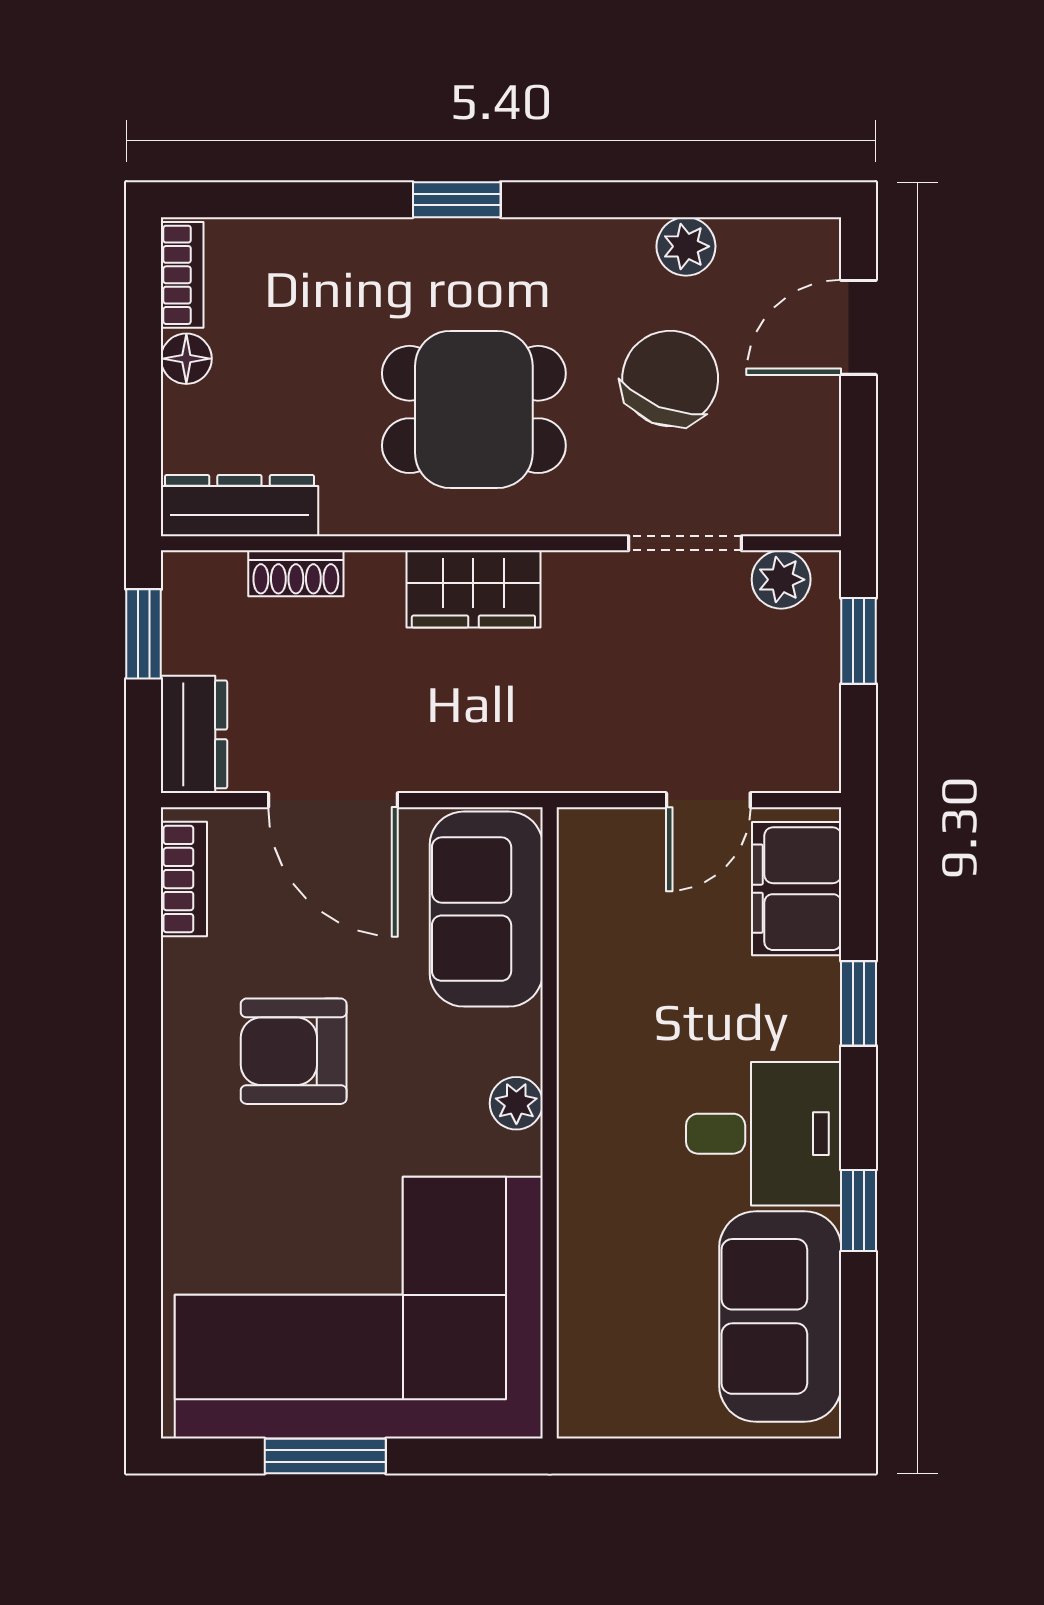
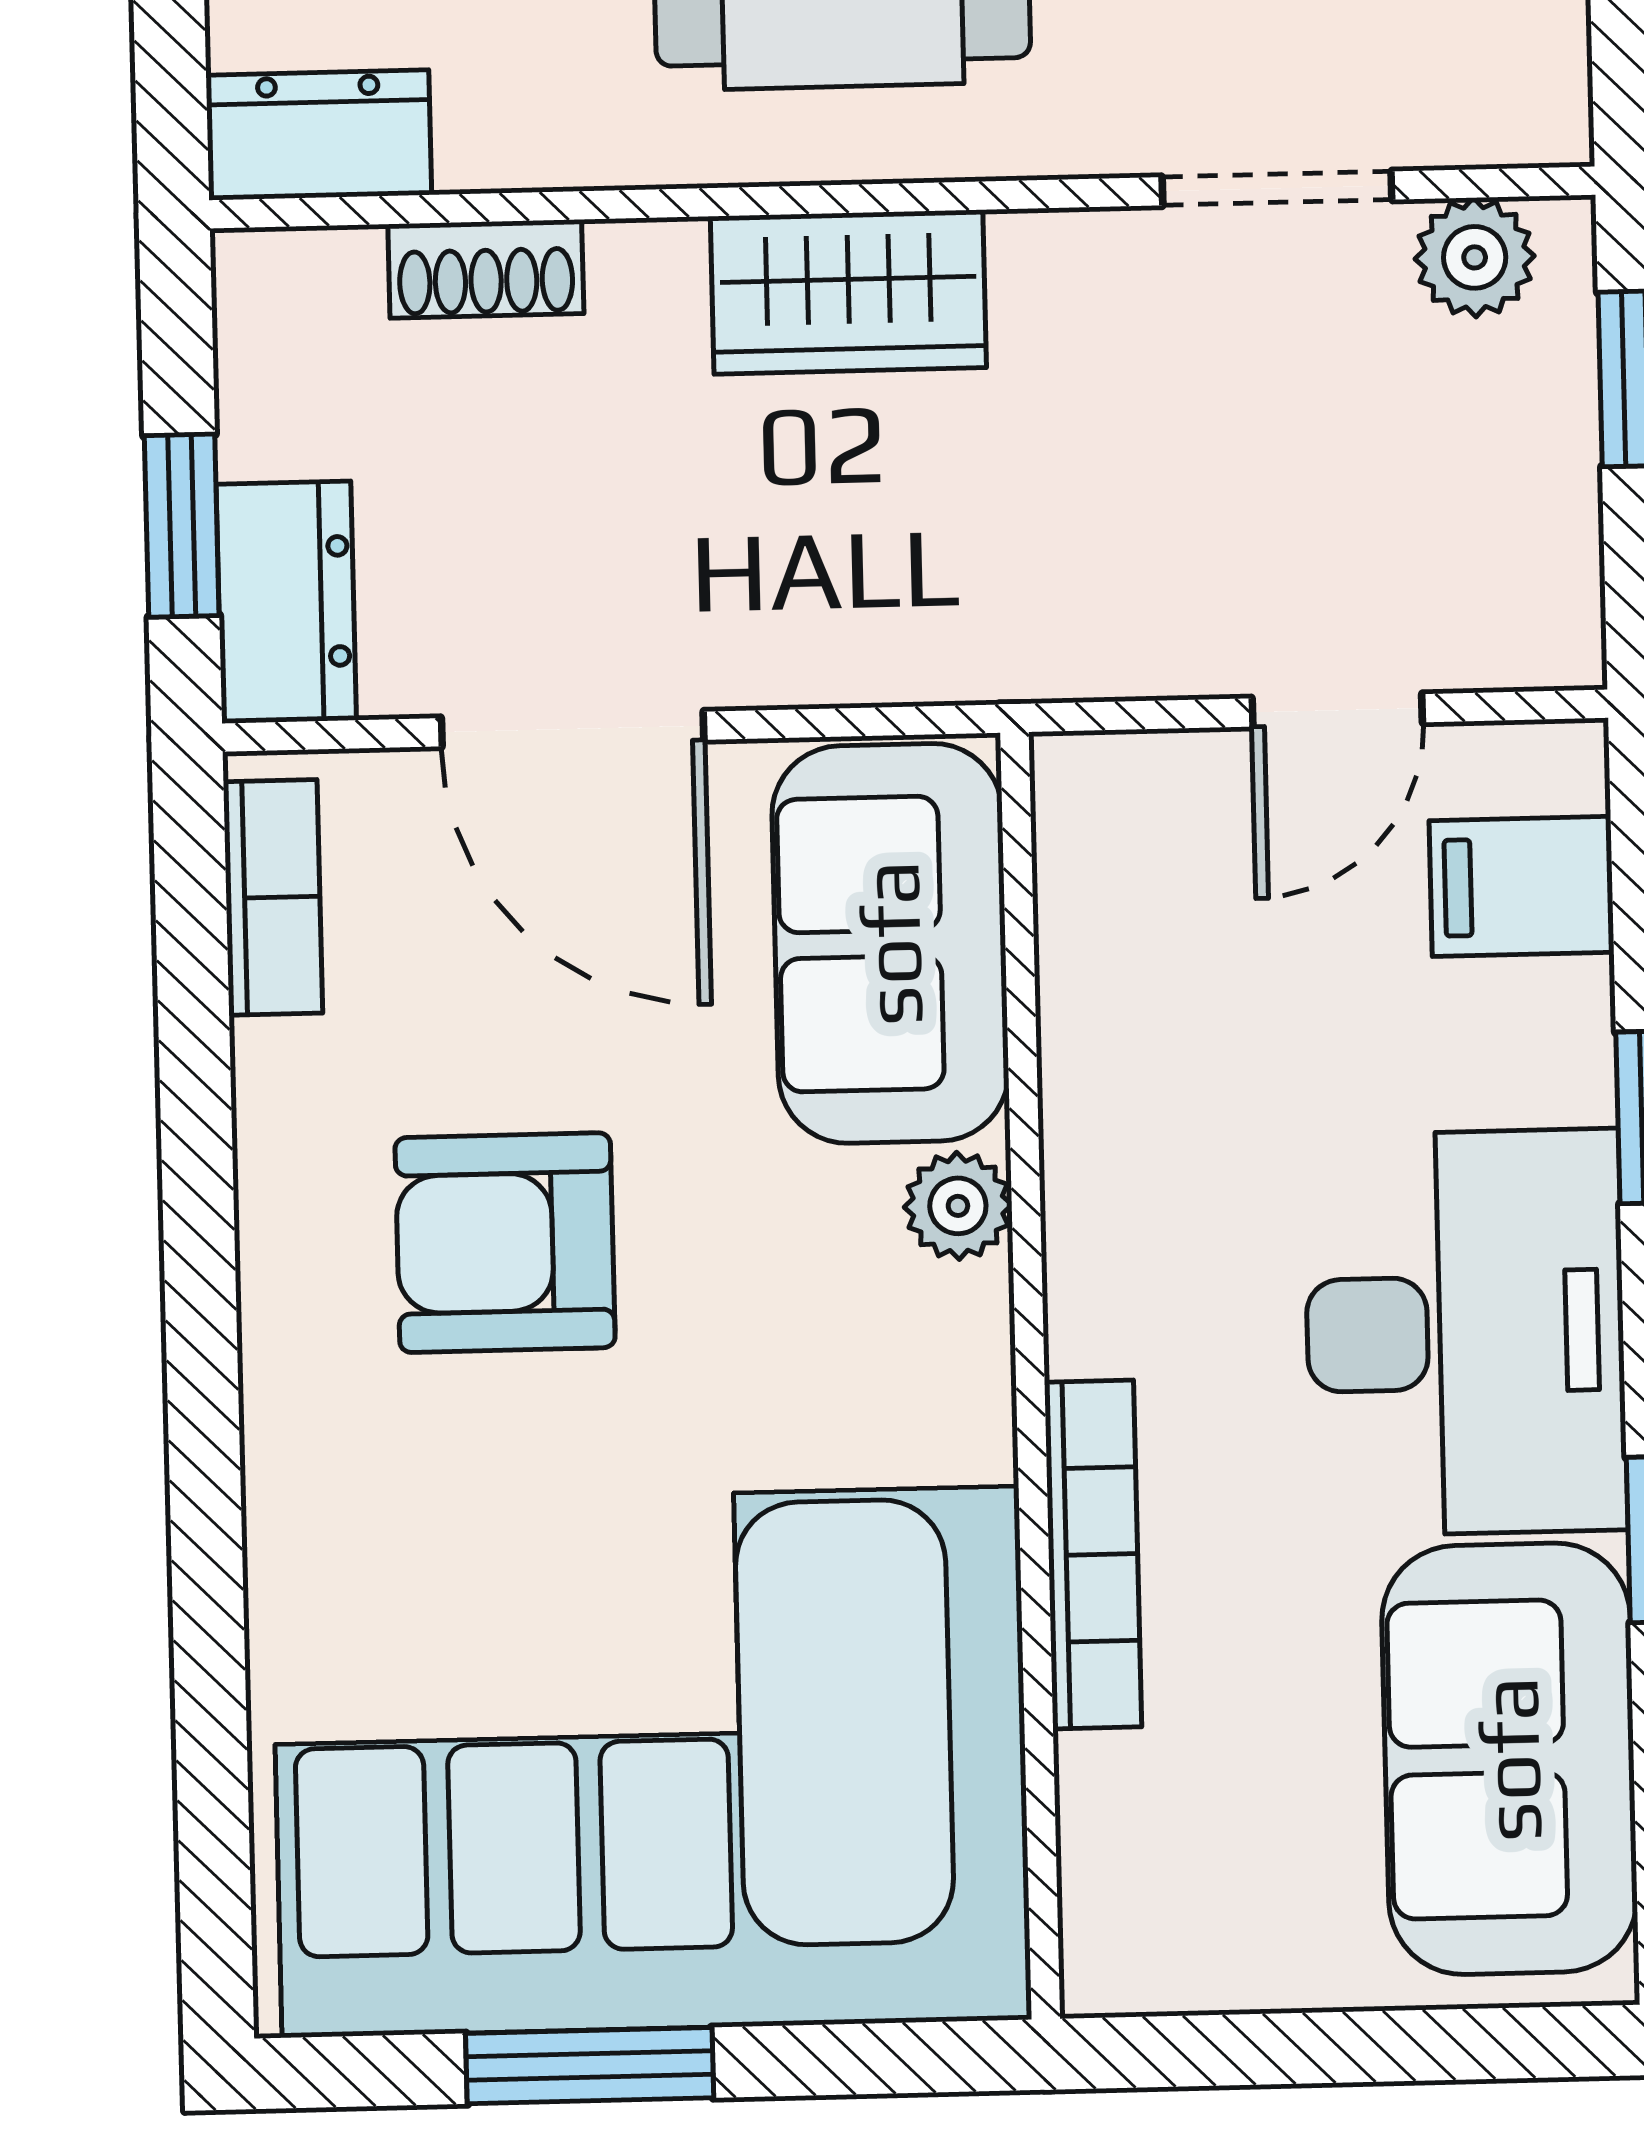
dresser: (239, 506) -> (319, 135), width x0.70
window: (144, 634) -> (182, 526), moved
filing cabinet: (797, 889) -> (1522, 886), width x0.50
plant: (516, 1103) -> (958, 1206), moved
desk: (764, 1134) -> (1465, 1333), width x1.37
bookcase: (578, 1211) -> (1093, 1554), added

